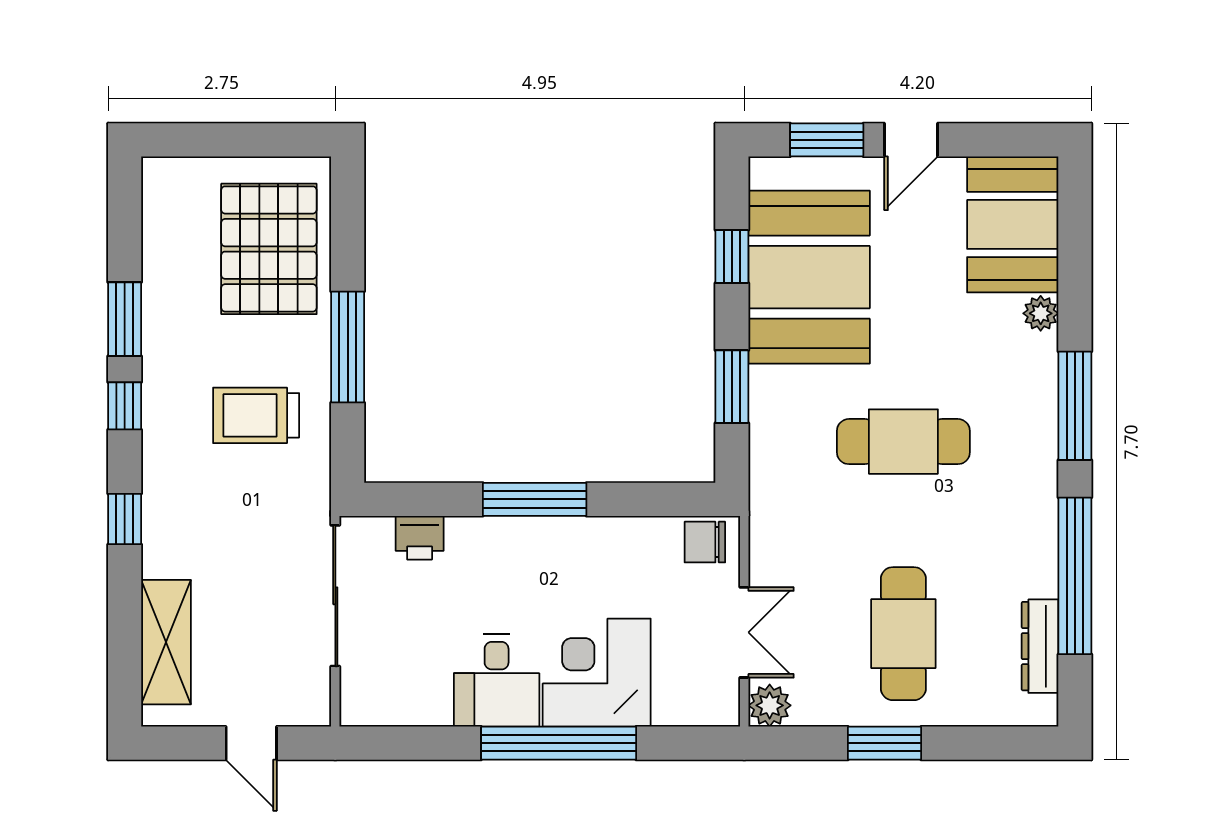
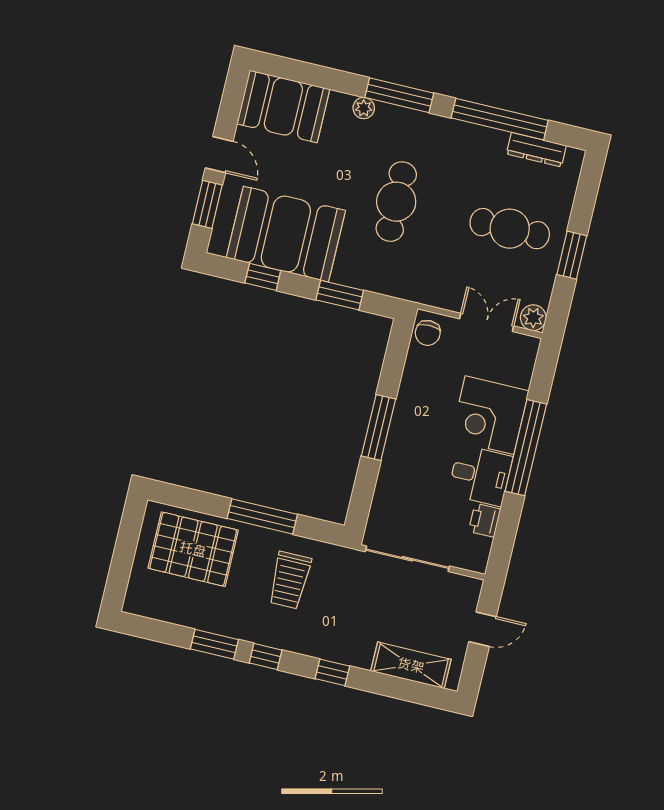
plant: (1041, 313) -> (364, 108), moved
printer: (420, 538) -> (485, 520), moved, turned 180

